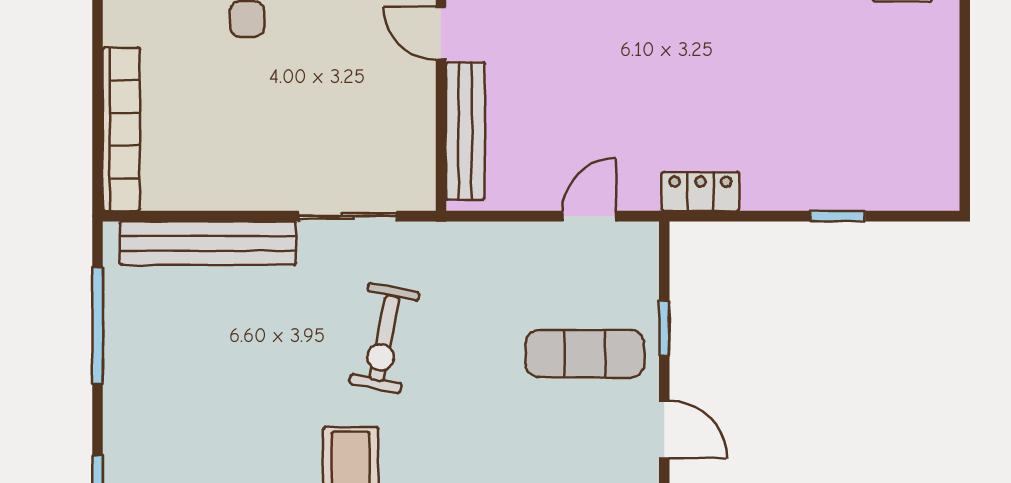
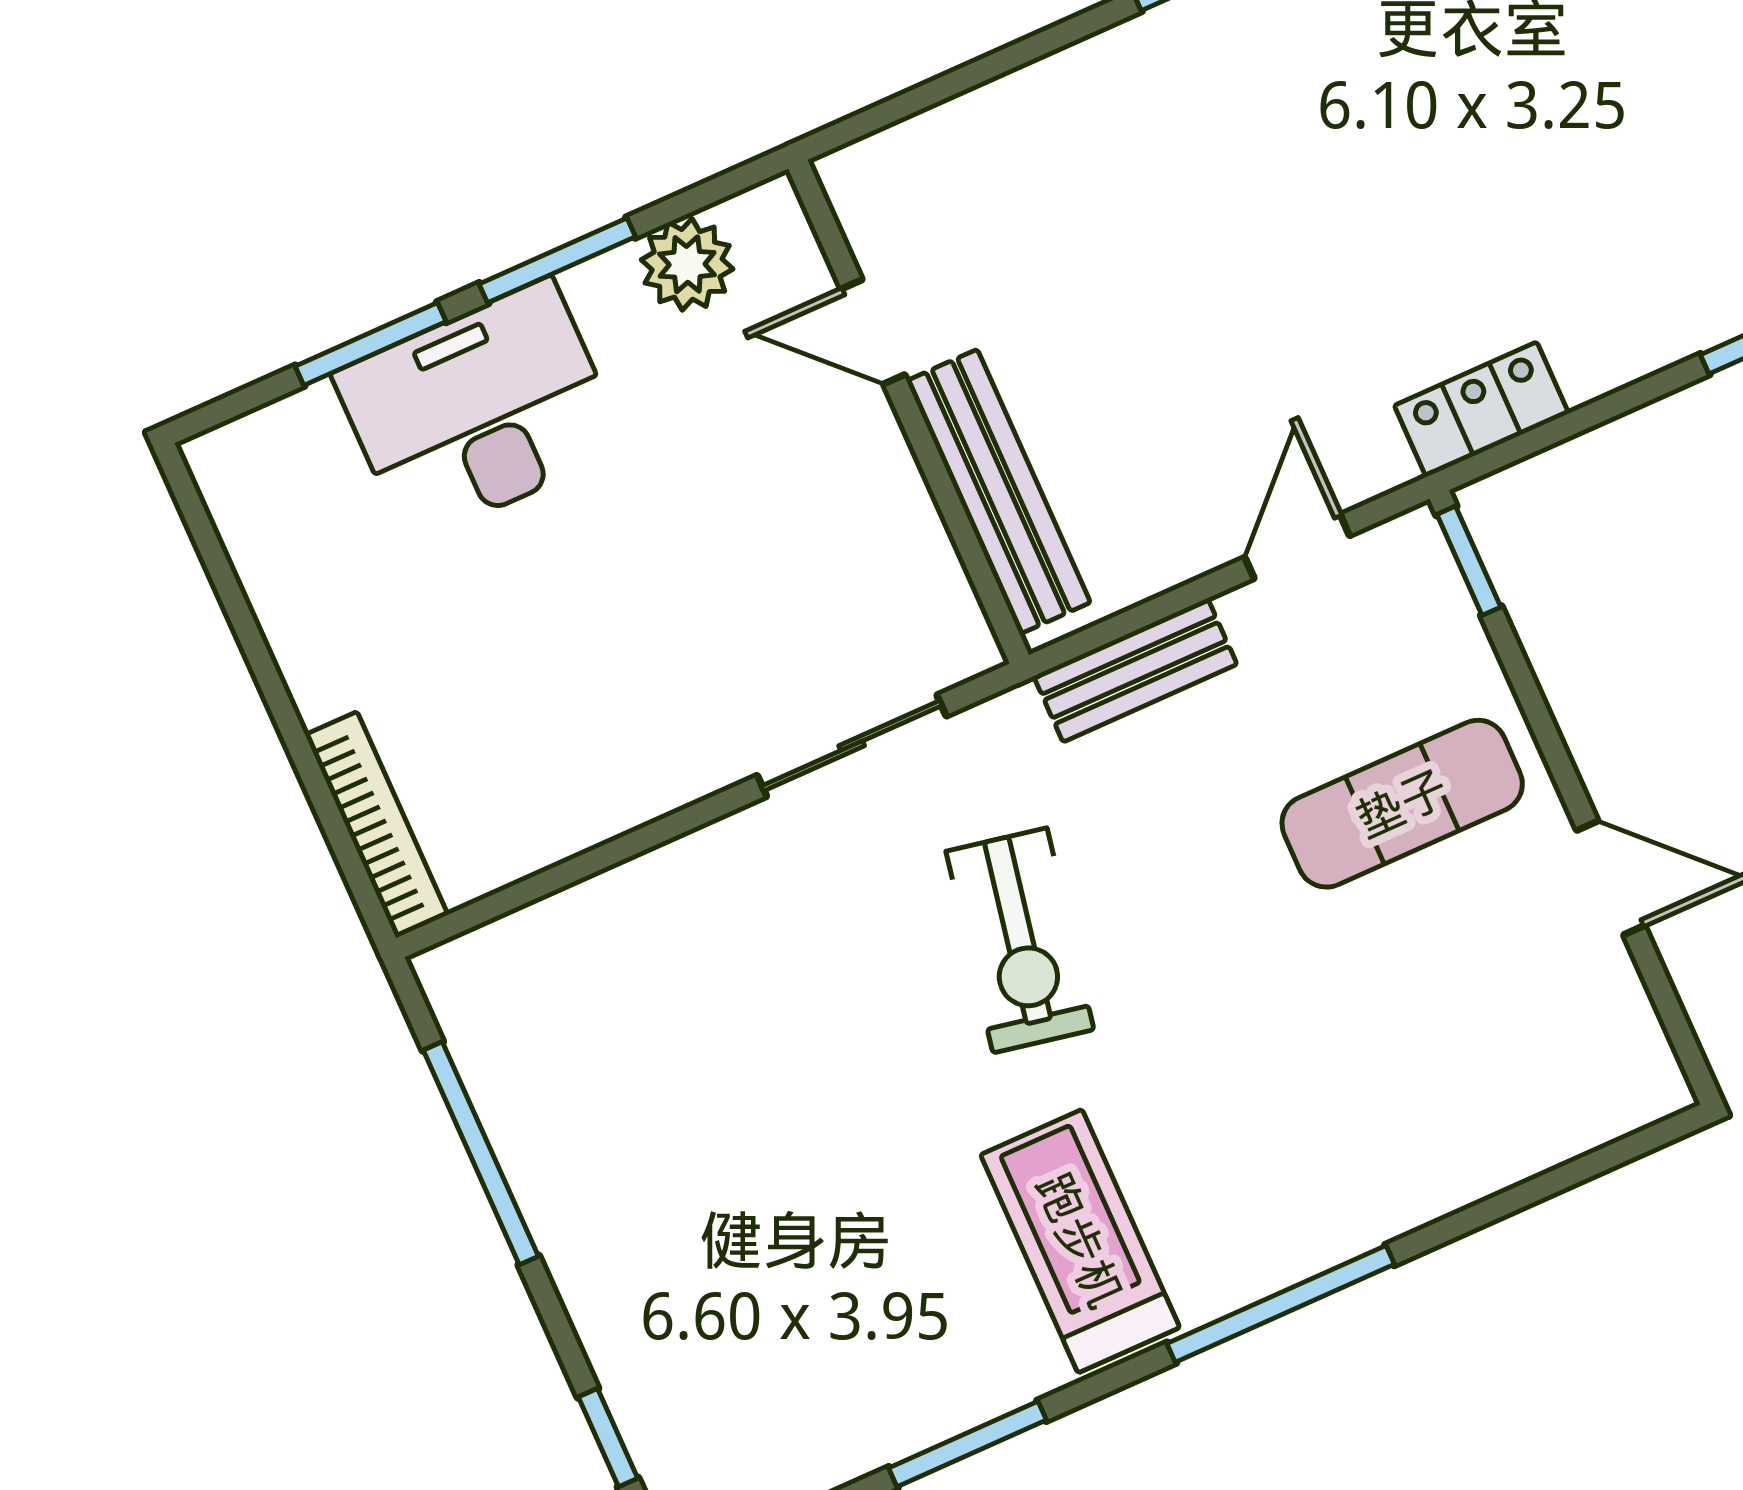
bookcase: (121, 129) -> (376, 825), width x0.68, depth x0.76
bench: (208, 243) -> (1135, 670), moved, width x0.54, depth x0.82
window: (664, 328) -> (1469, 561), moved

